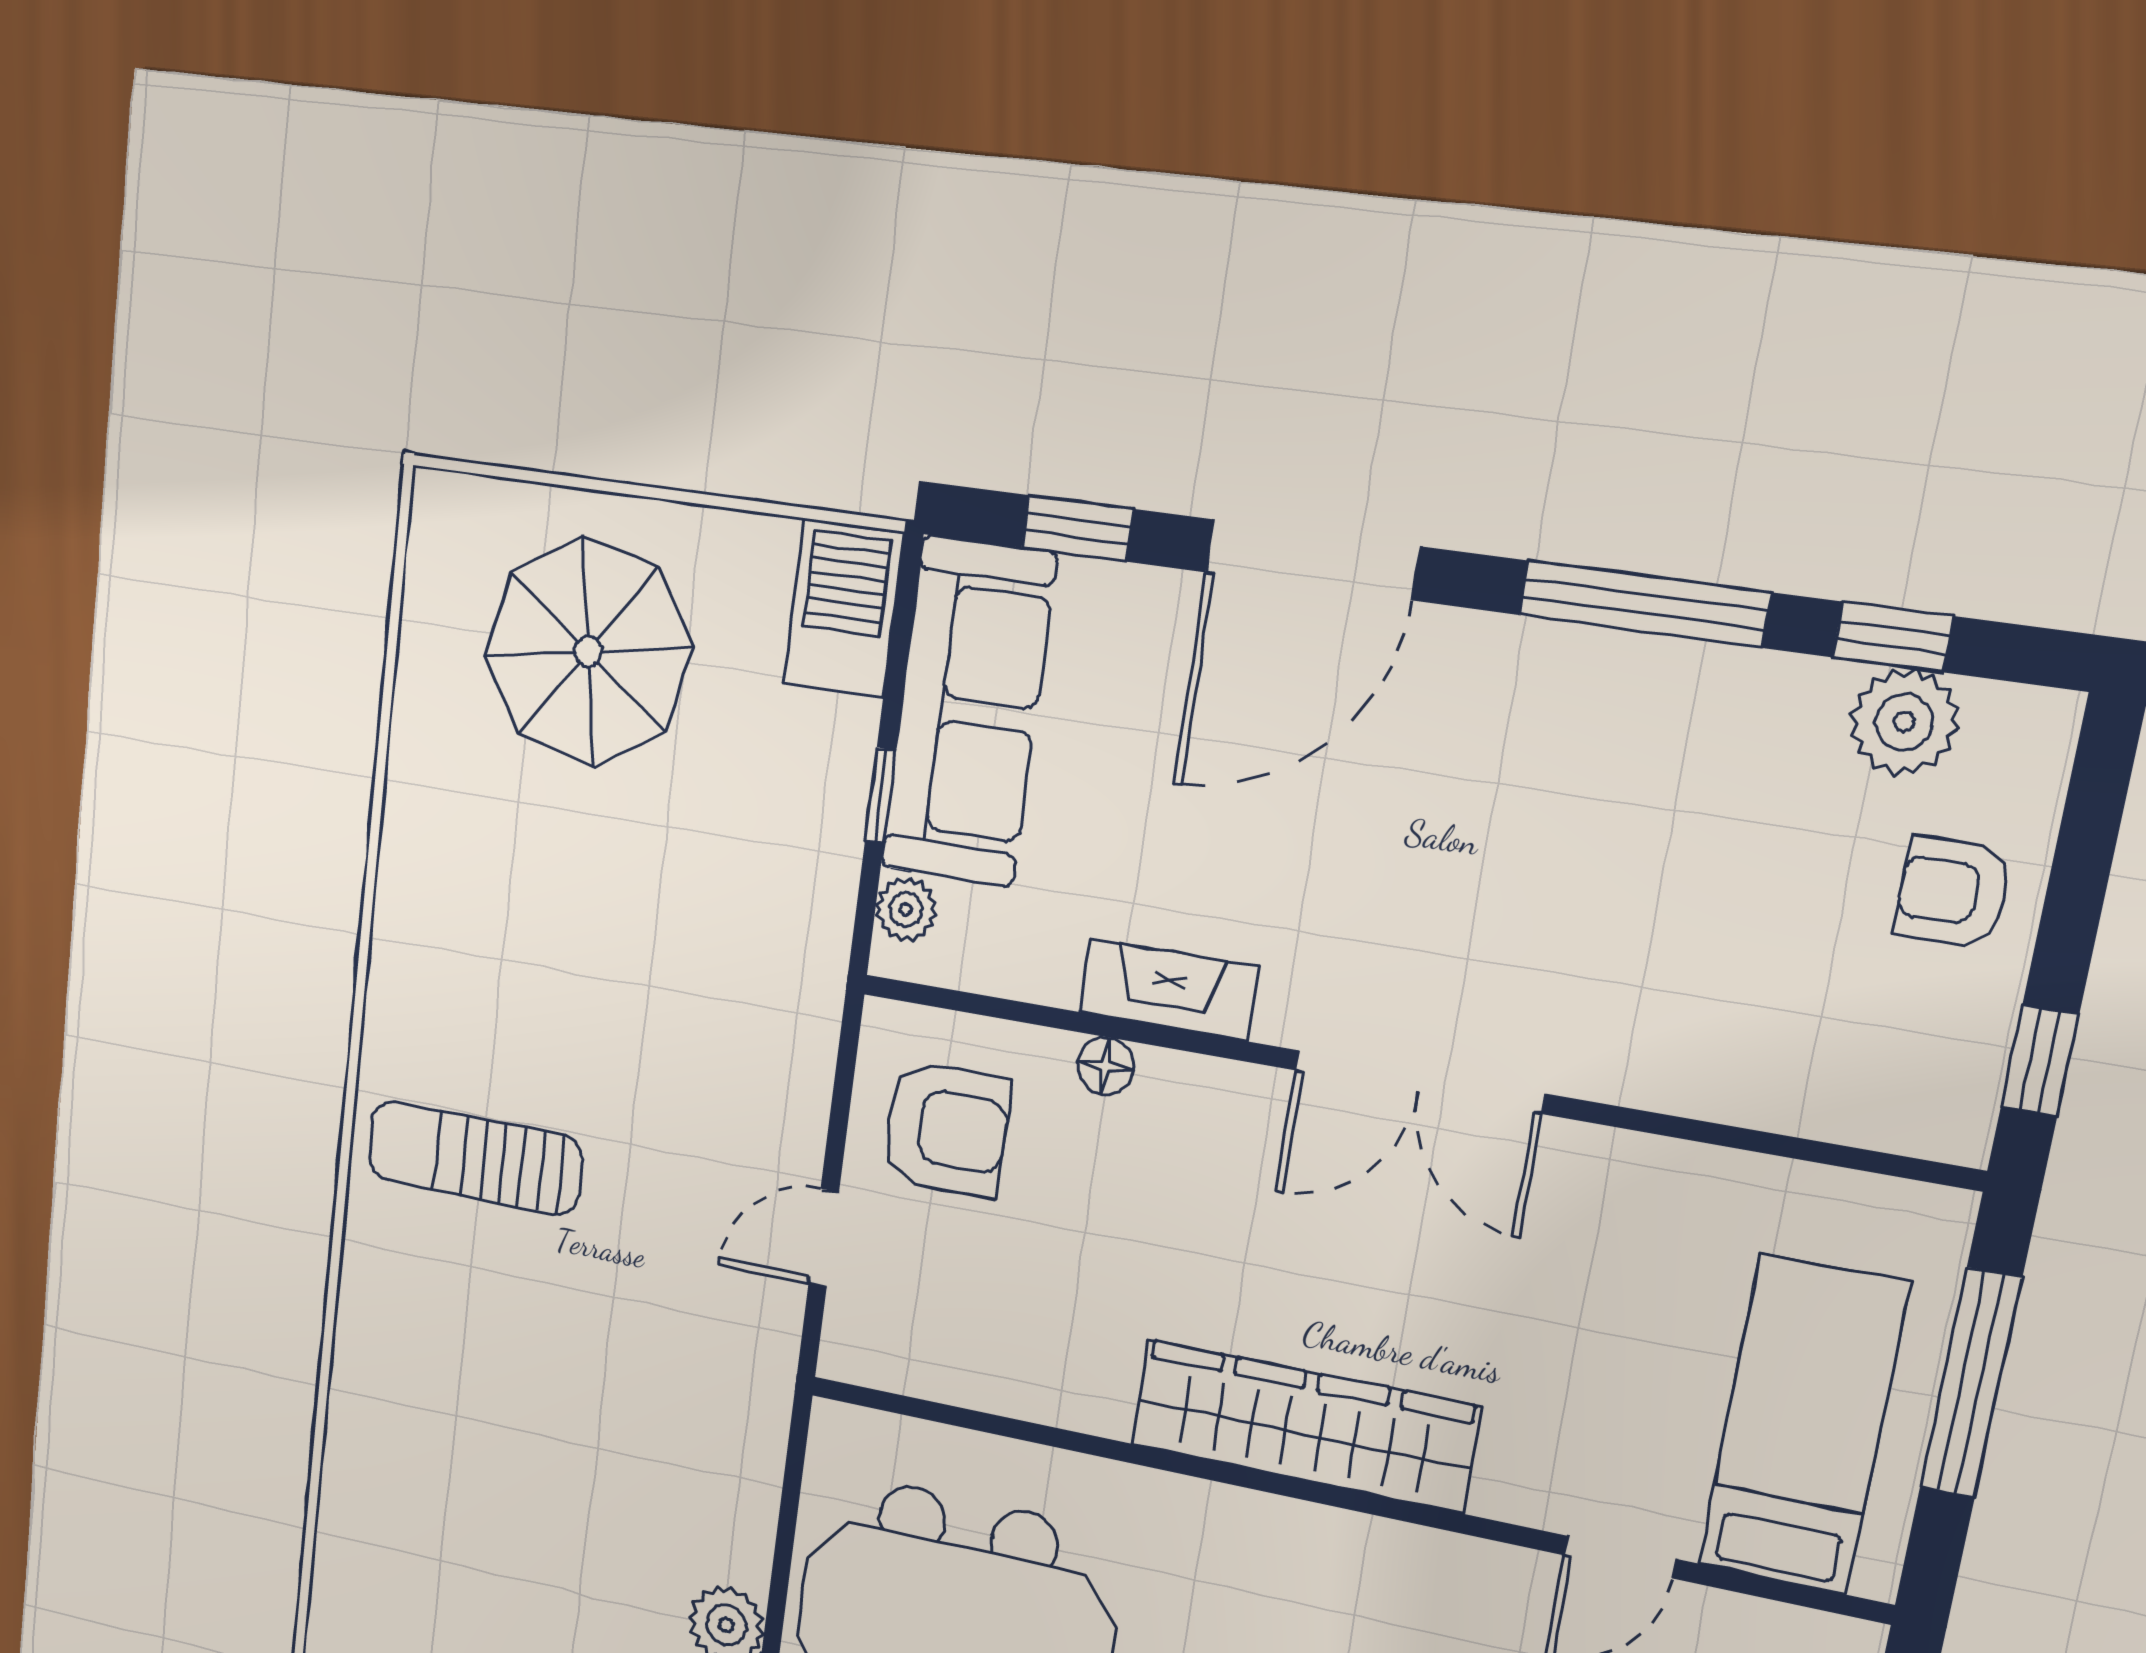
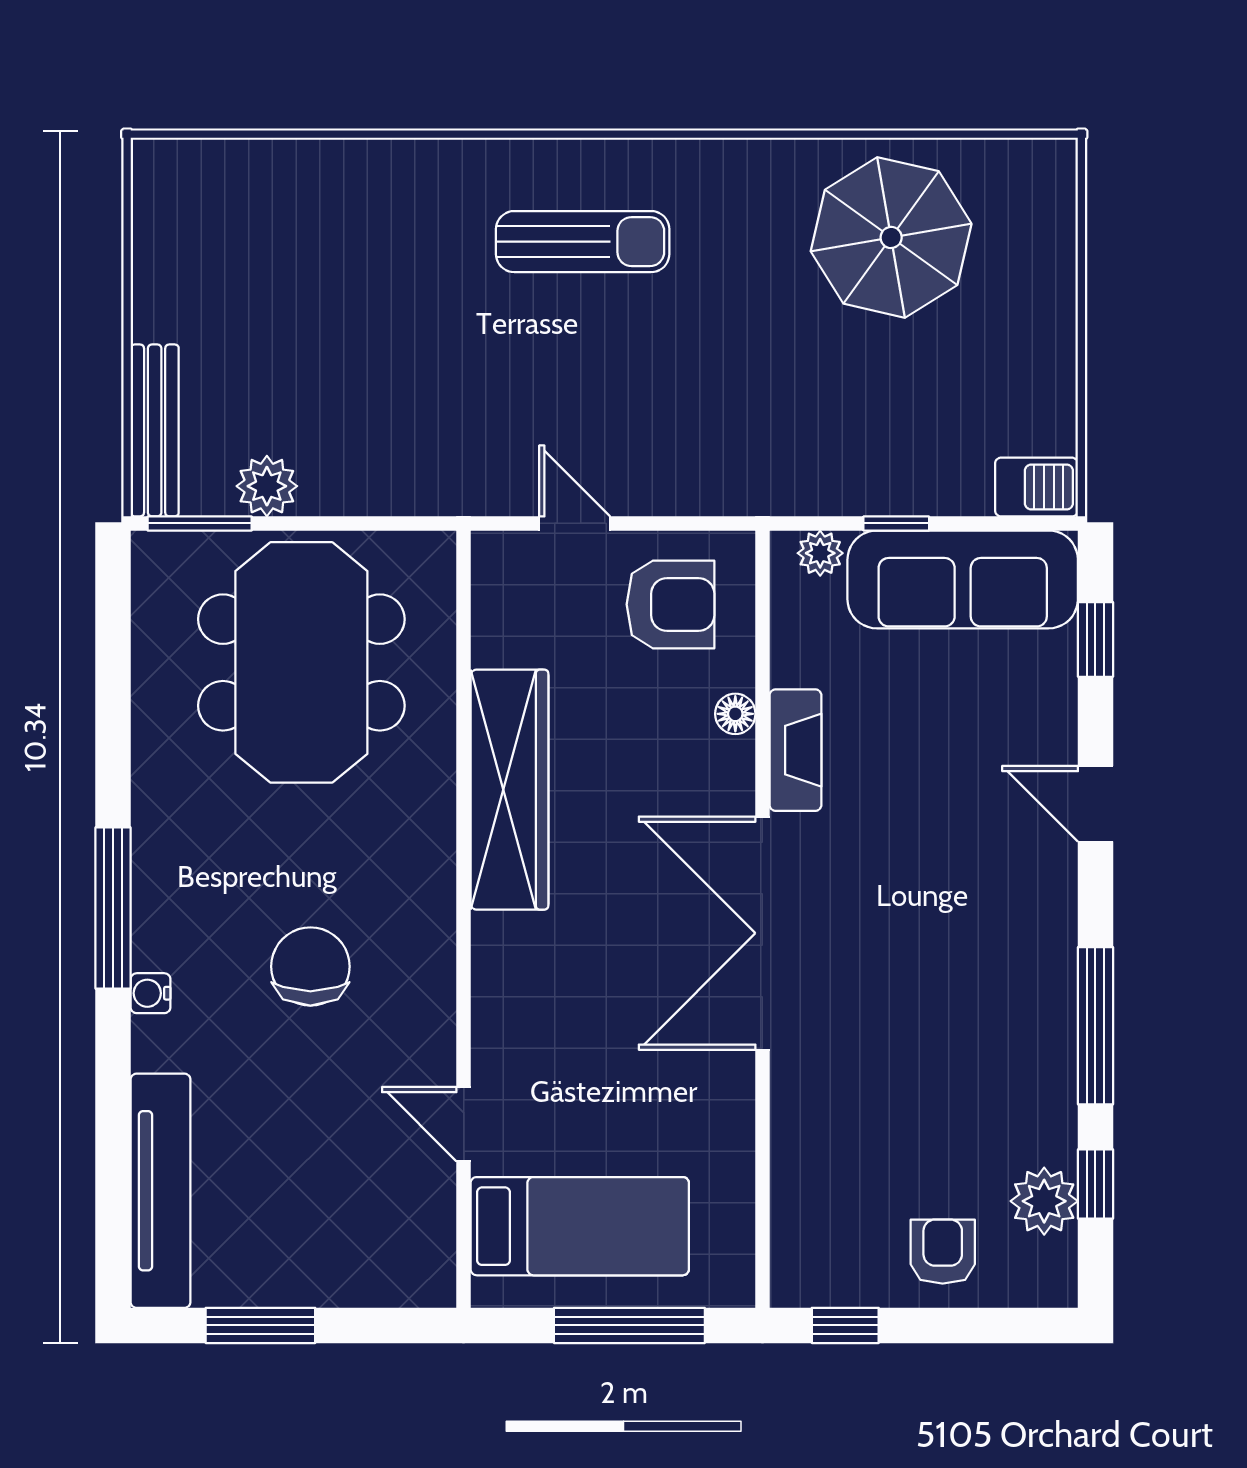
door: (1312, 560) -> (1095, 804), width x0.53
barbecue: (844, 608) -> (1036, 487), width x0.73, depth x0.79
parasol: (588, 652) -> (891, 237), moved
double door: (1419, 1082) -> (762, 933), width x1.36
armchair: (946, 1129) -> (670, 604), turned -90
sun lounger: (475, 1158) -> (583, 242), turned 90
wardrobe: (1304, 1426) -> (509, 790), moved

